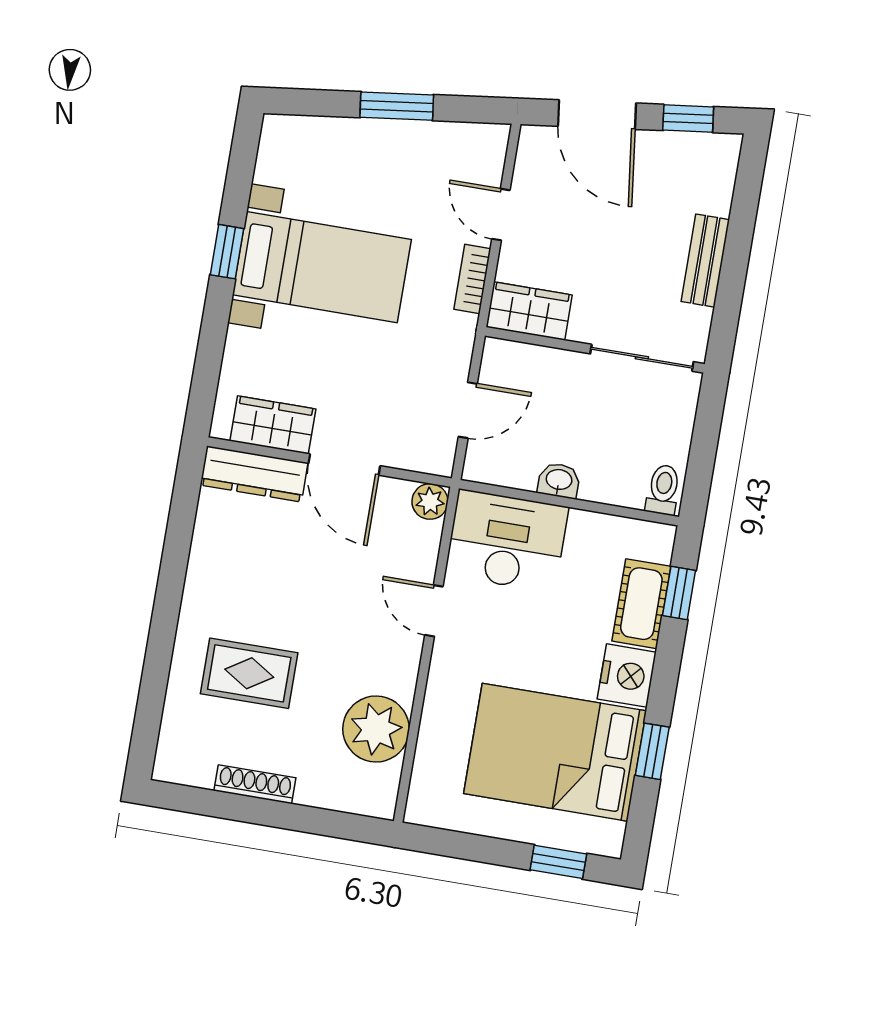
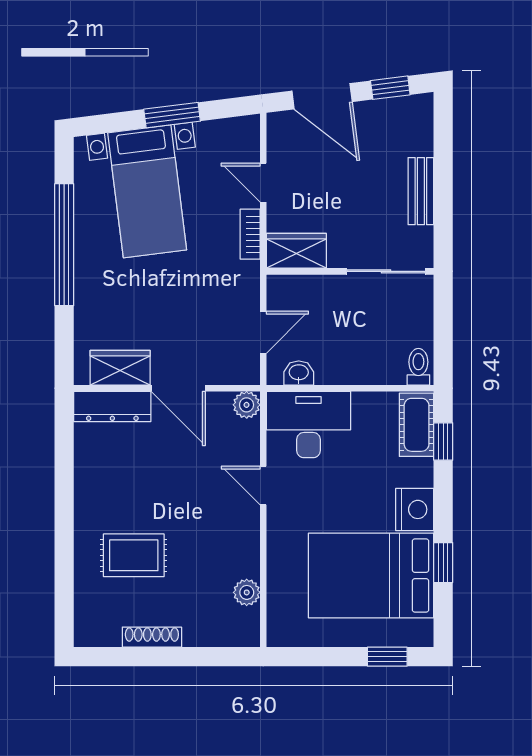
window: (227, 252) -> (64, 245), width x3.17
bed with nightstands: (322, 267) -> (147, 191), moved, turned 83
washbasin: (559, 480) -> (299, 373), moved
cot: (641, 604) -> (417, 425), moved
plant: (376, 729) -> (247, 592), width x0.53, depth x0.53

